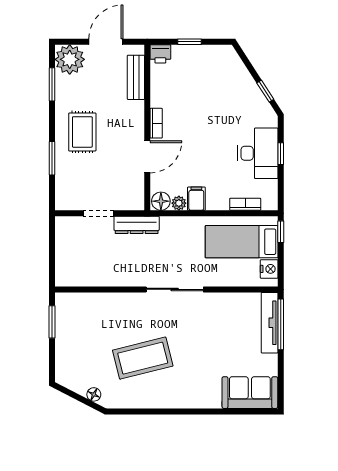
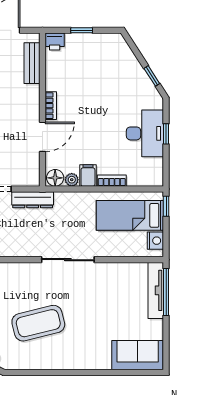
bookcase: (245, 204) -> (112, 181), moved

